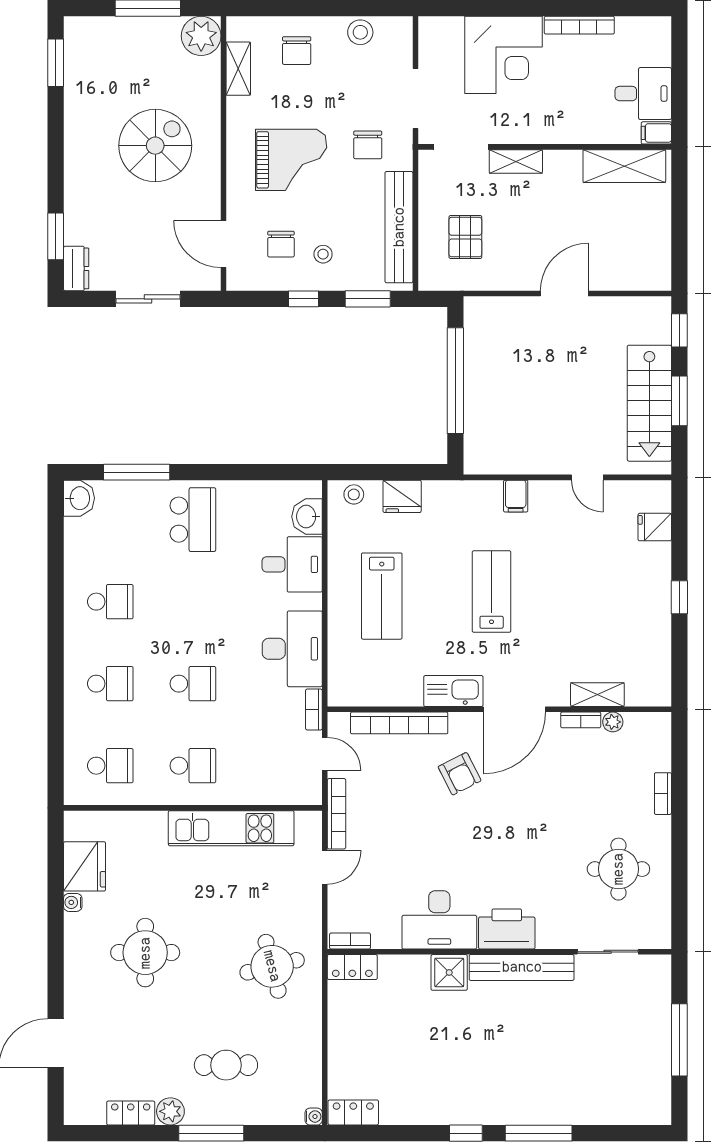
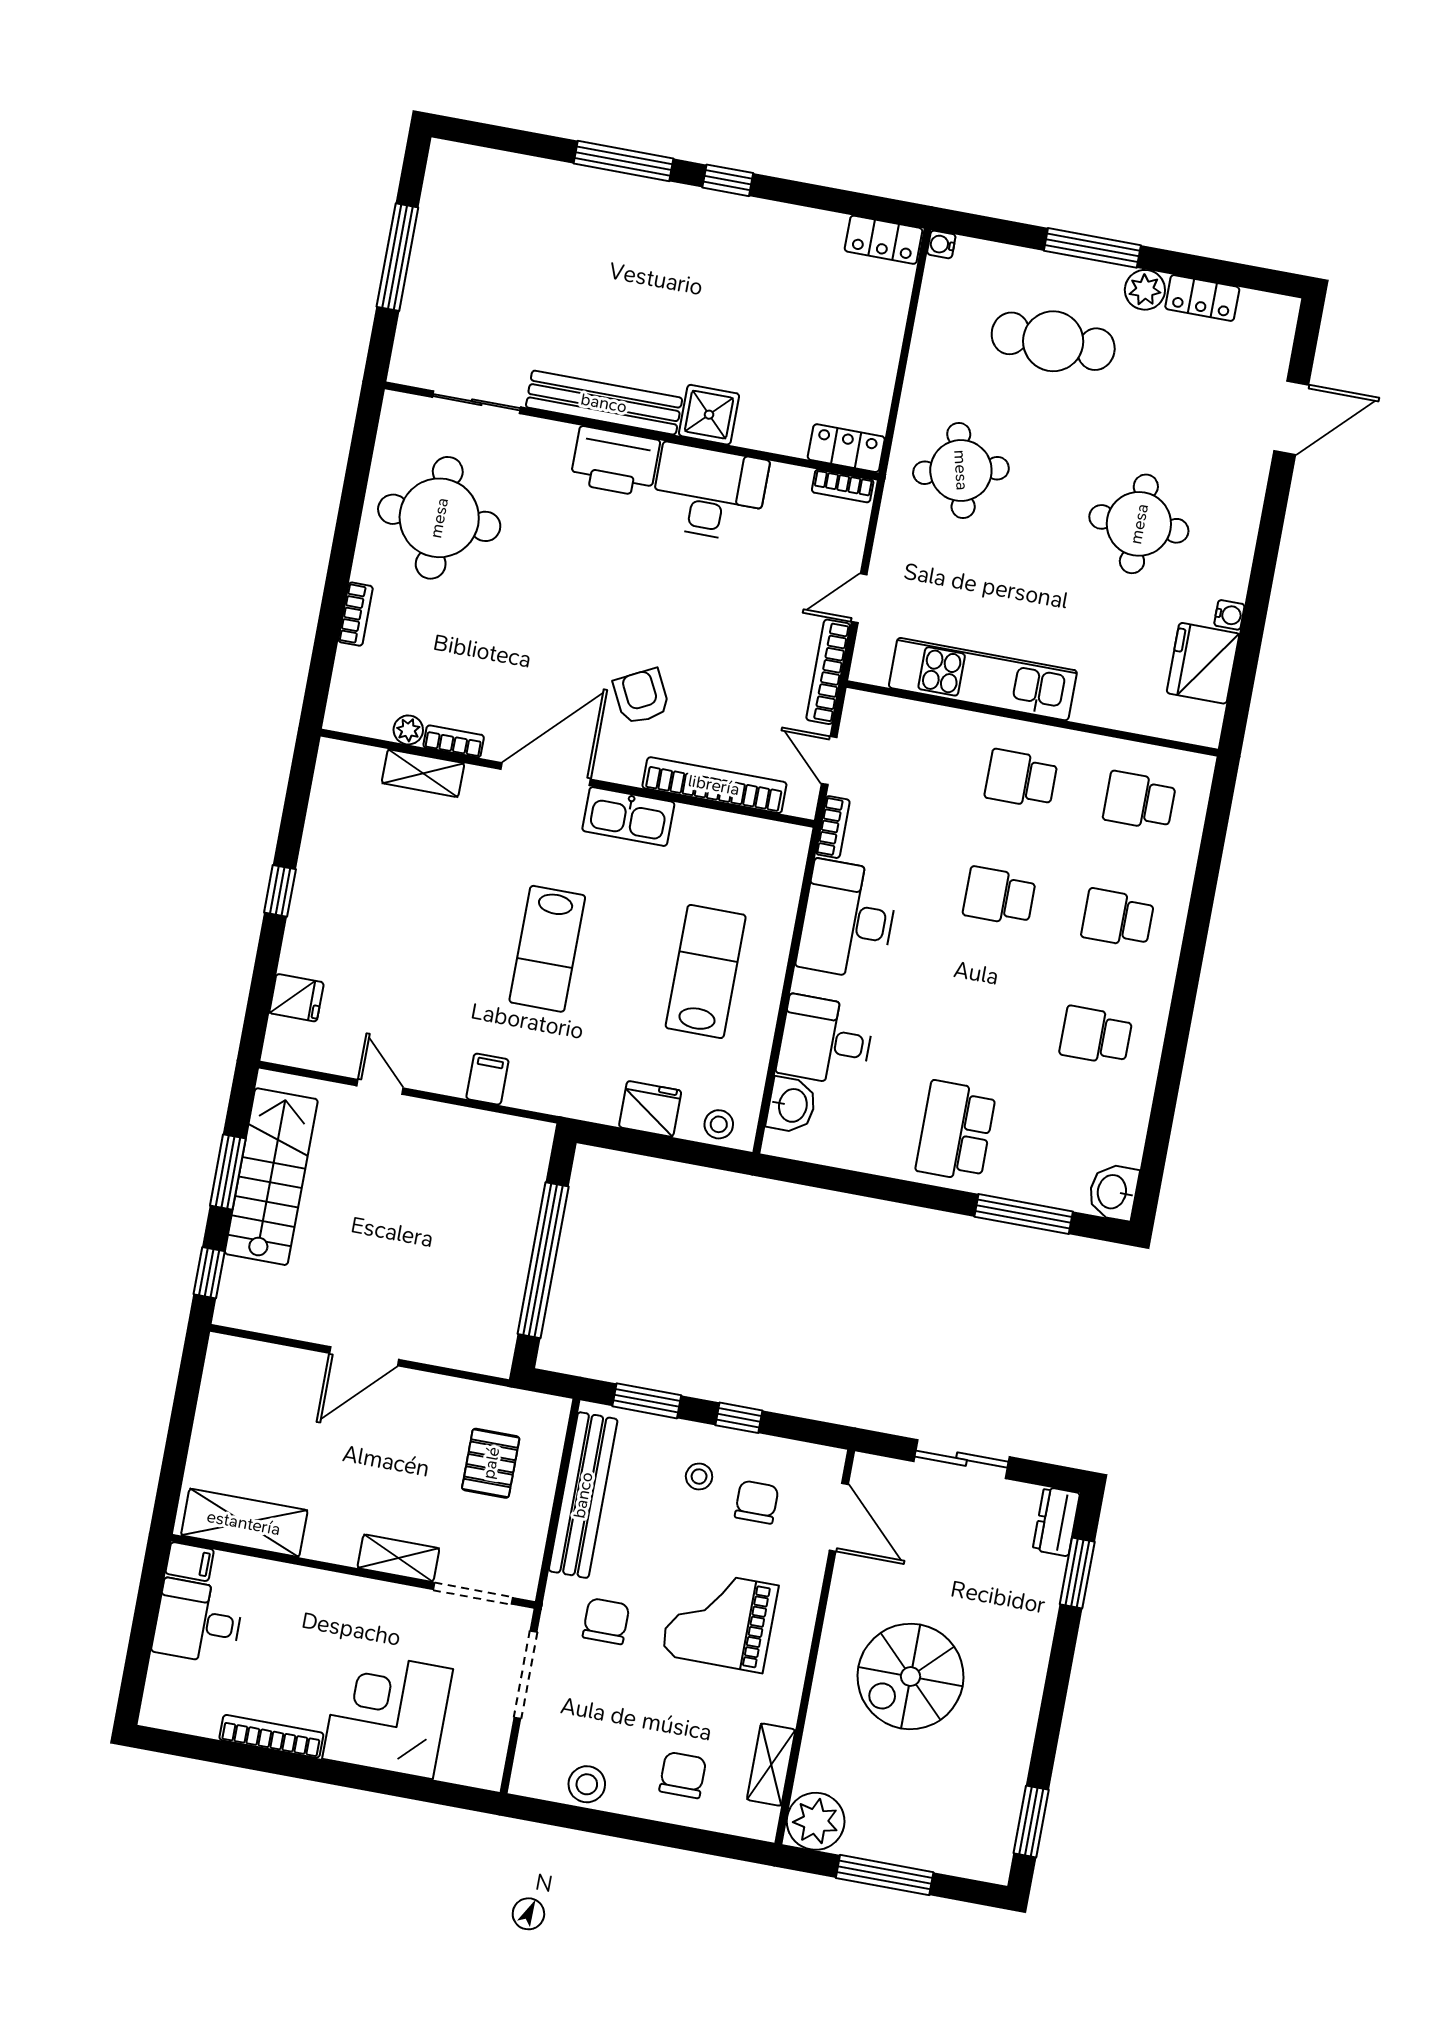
round table: (618, 869) -> (439, 518), width x1.36, depth x1.36
cafe table: (226, 1065) -> (1053, 341), width x1.37, depth x1.35

